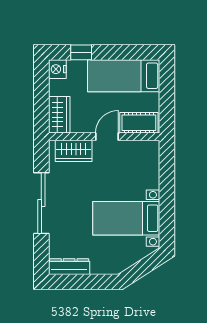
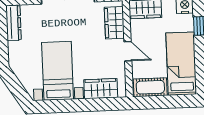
cot: (139, 123) -> (150, 87), moved, turned 90
wardrobe: (149, 170) -> (101, 89), added

